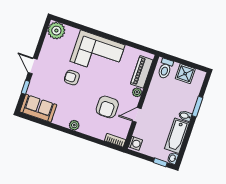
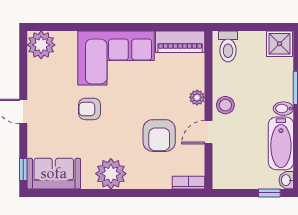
piano: (142, 72) -> (180, 42), moved, turned -90
shower: (185, 74) -> (280, 44), moved
window: (25, 87) -> (23, 169), moved
stool: (152, 102) -> (225, 105), added
plant: (74, 125) -> (111, 174), width x1.87, depth x1.87
washing machine: (135, 143) -> (221, 177), removed

